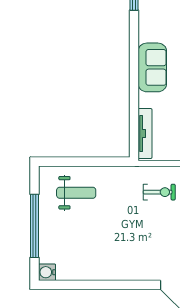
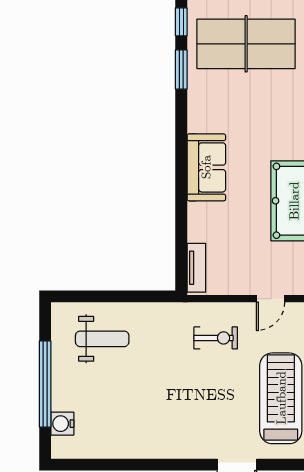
tv unit: (145, 134) -> (196, 268), width x0.71
water cooler: (47, 272) -> (62, 424), moved

